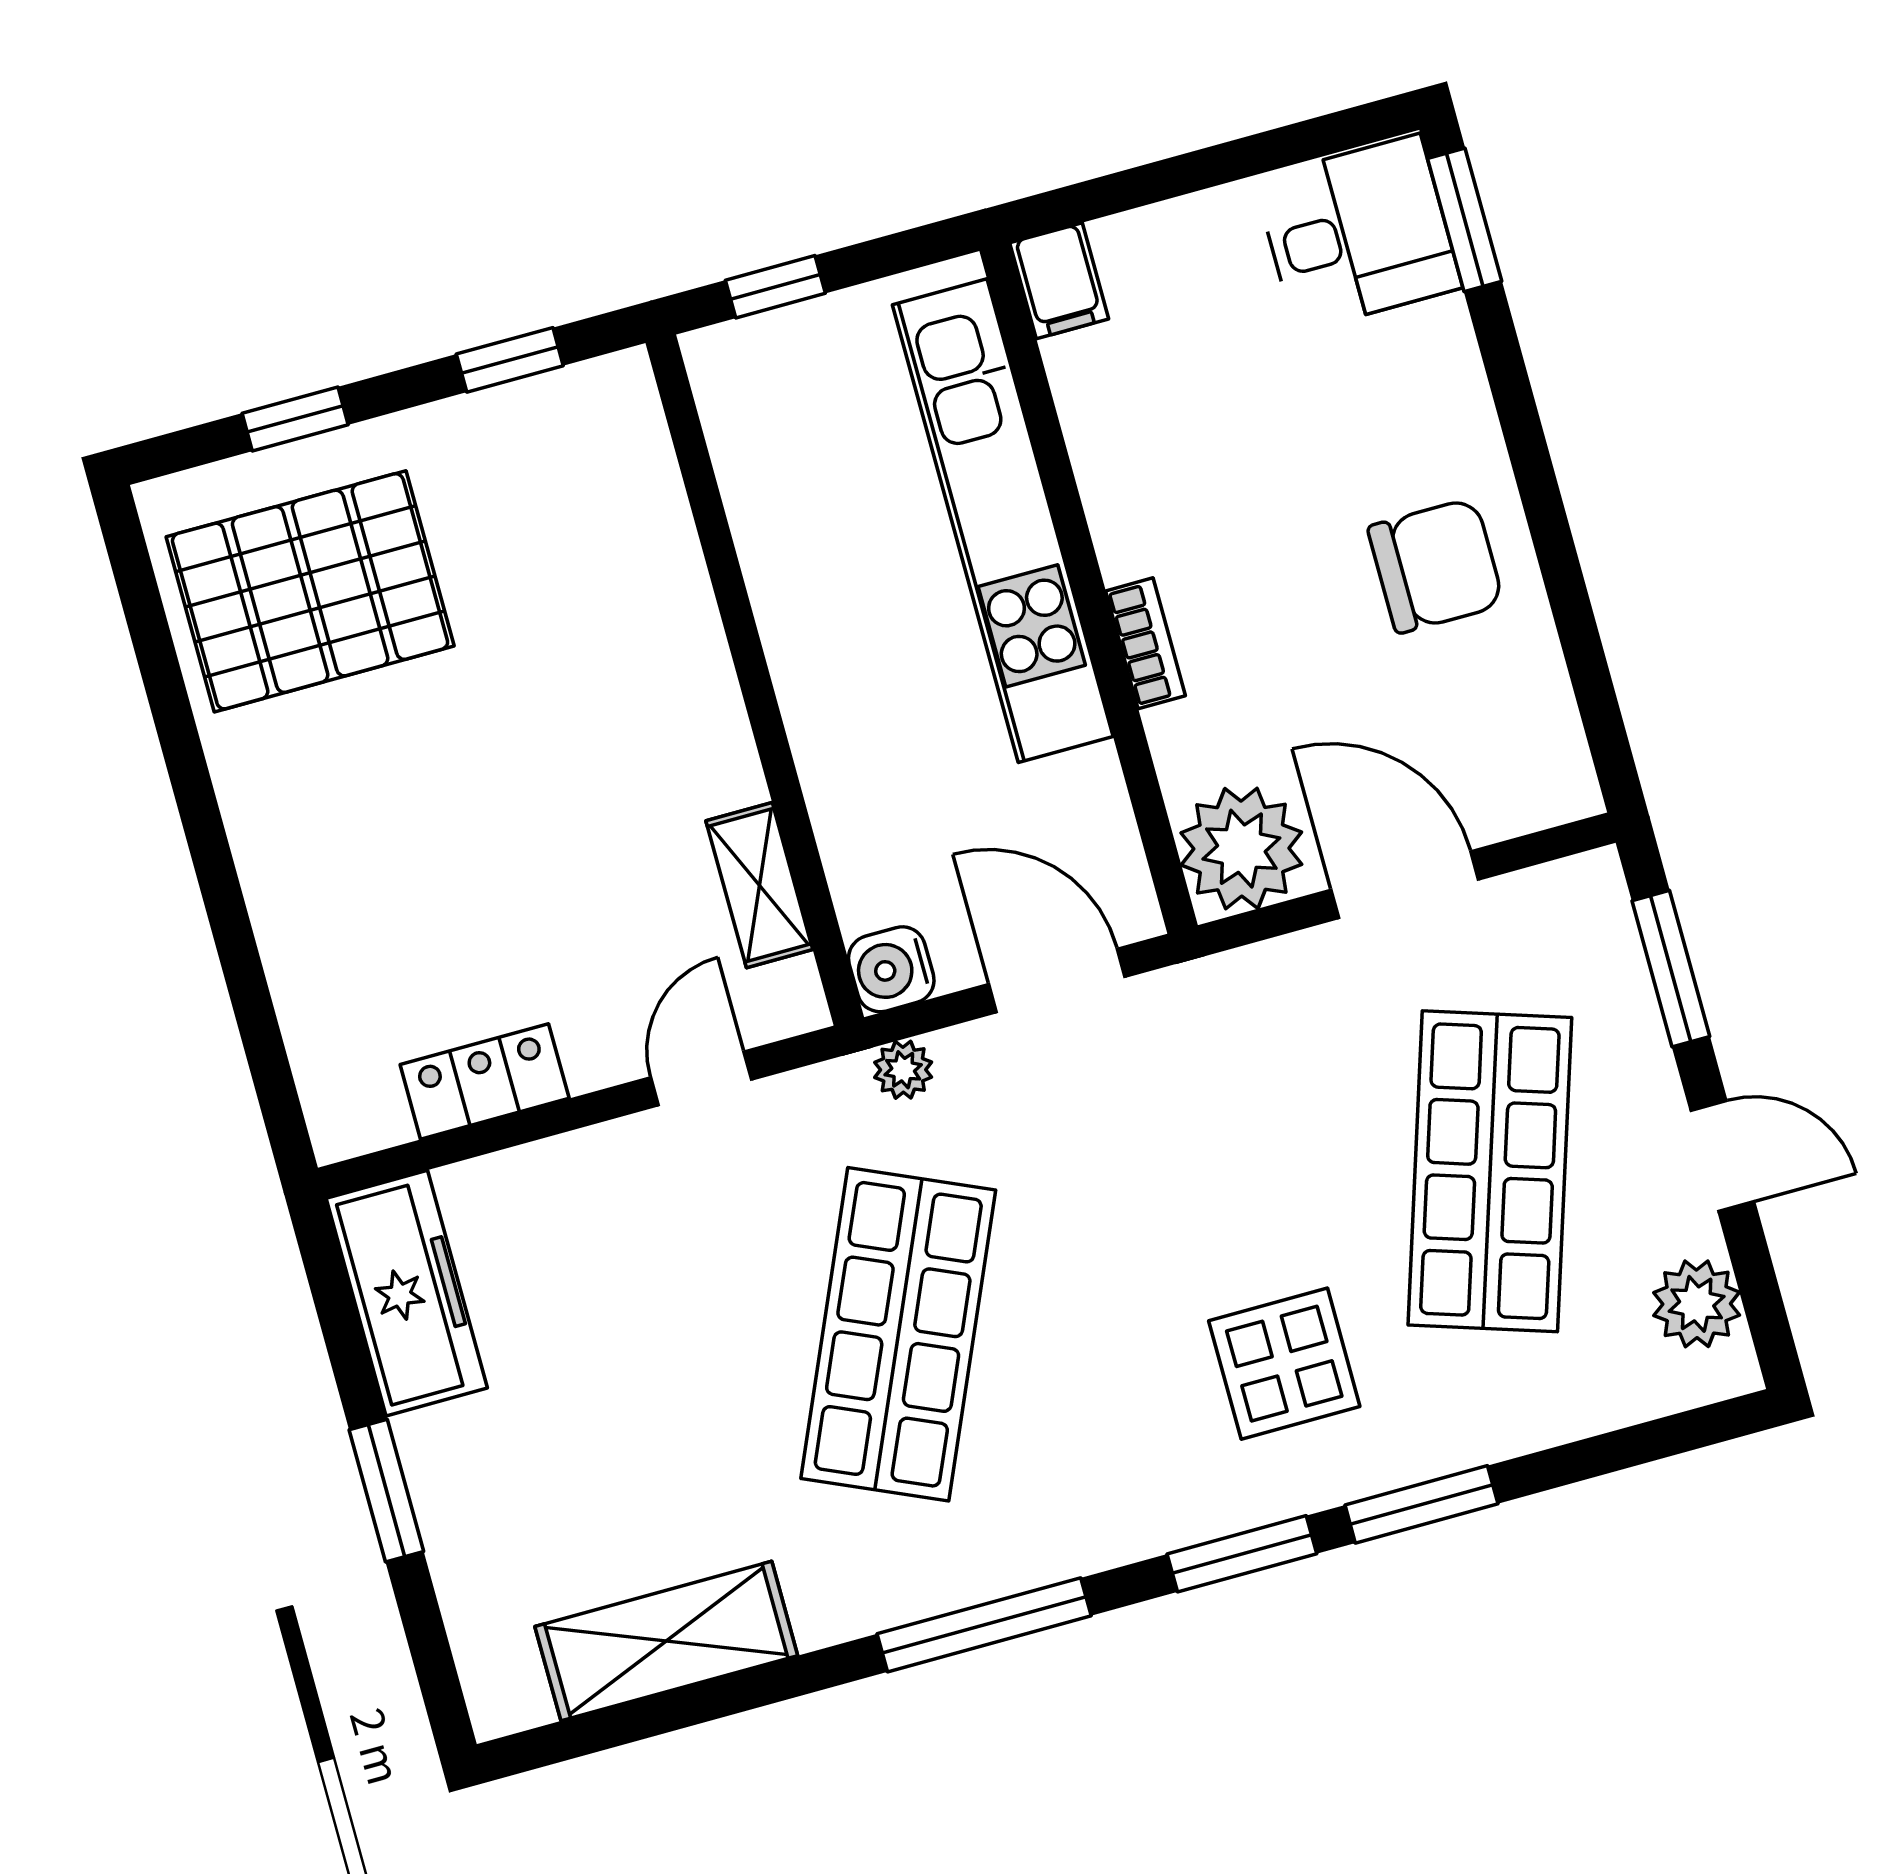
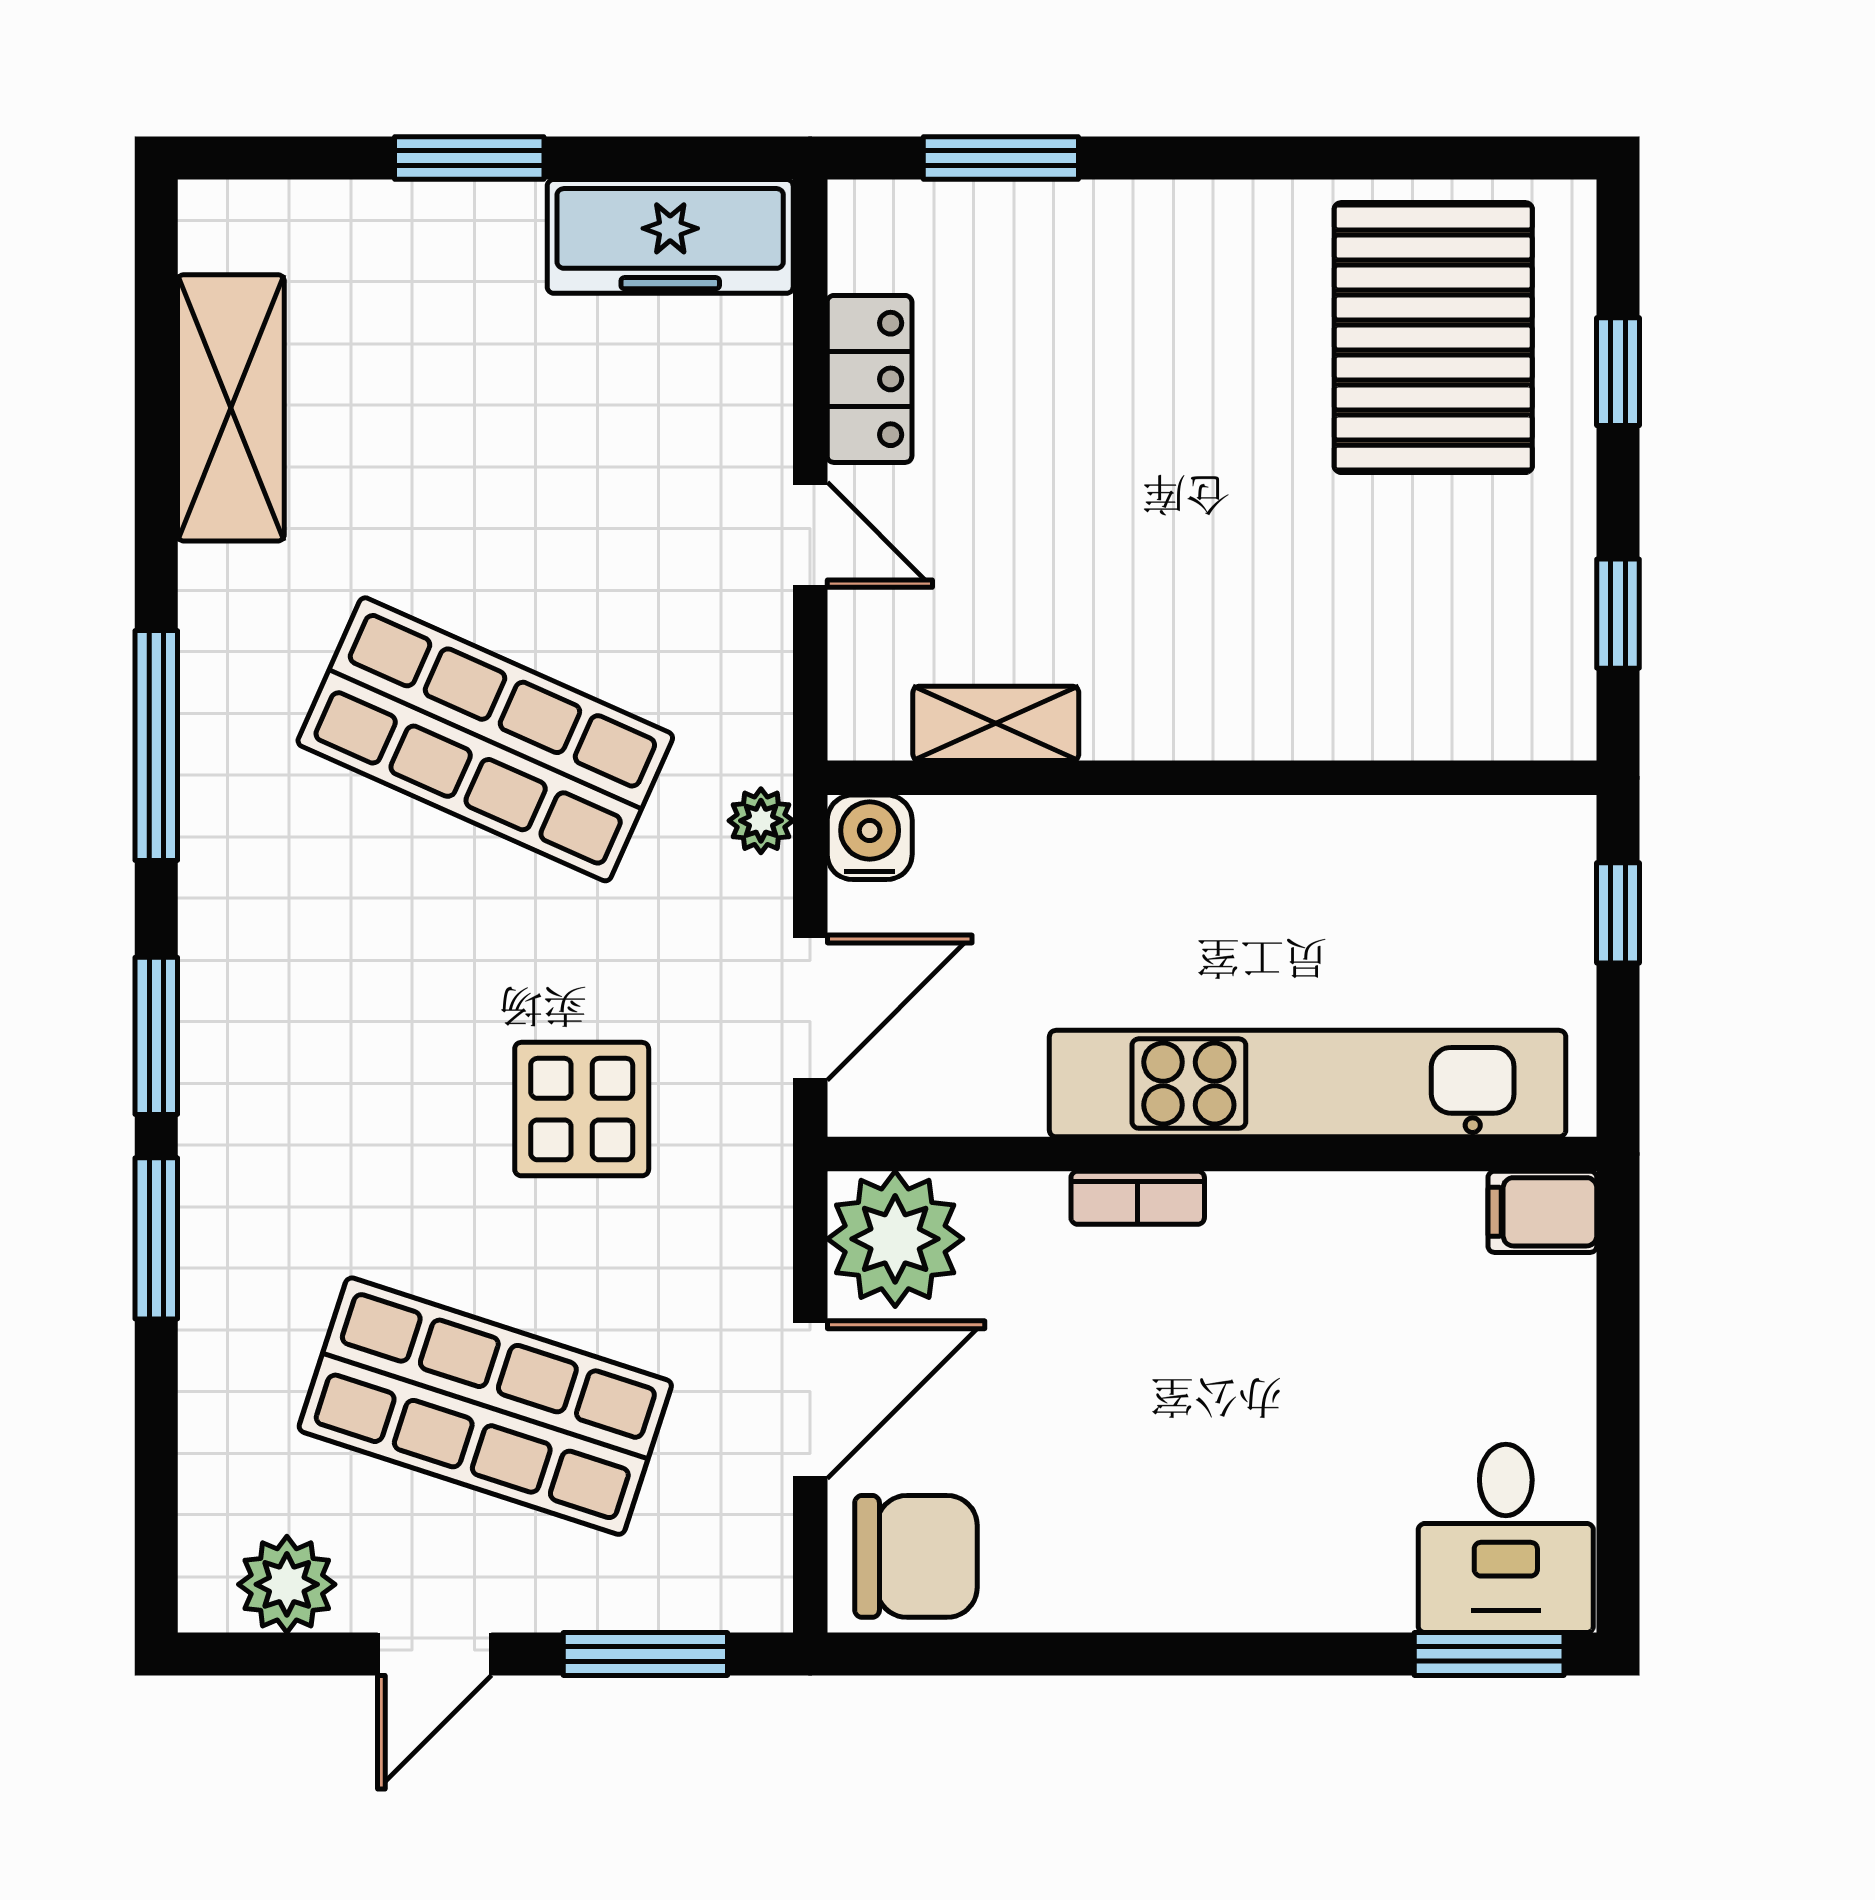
chair: (1436, 566) -> (916, 1556), moved, turned -90
window: (256, 1019) -> (1001, 158), added
door: (701, 1078) -> (810, 535), moved
display table: (1284, 1364) -> (582, 1109), moved

